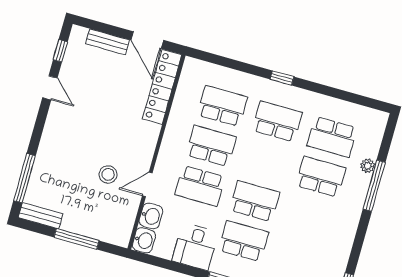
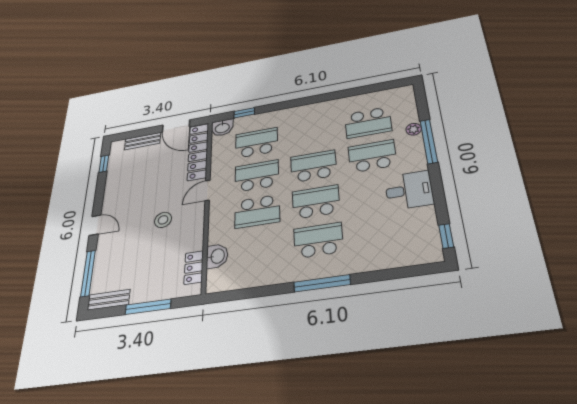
window: (282, 78) -> (244, 113), moved
door: (50, 88) -> (95, 225), moved
school desk: (277, 121) -> (313, 166), moved
stool: (108, 174) -> (163, 220), moved
door: (147, 184) -> (208, 190), moved
locker: (127, 218) -> (194, 268), added
washbasin: (144, 240) -> (222, 128), moved, turned 90
desk: (195, 246) -> (409, 190), moved, turned -90

